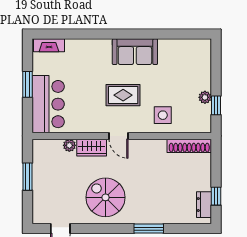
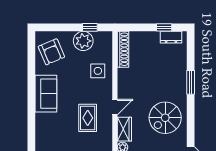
armchair: (186, 58) -> (51, 52), added
rug: (123, 95) -> (88, 118), moved
plant: (205, 97) -> (83, 41), width x1.88, depth x1.88

